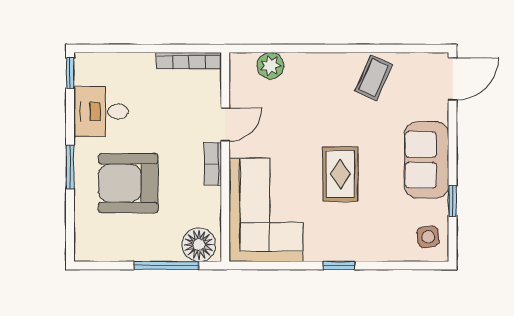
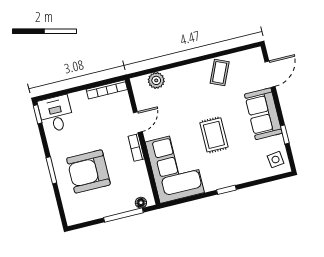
door: (453, 79) -> (270, 74), moved
desk: (101, 111) -> (56, 114), moved, turned 90
floor lamp: (199, 245) -> (141, 203), width x0.53, depth x0.53

